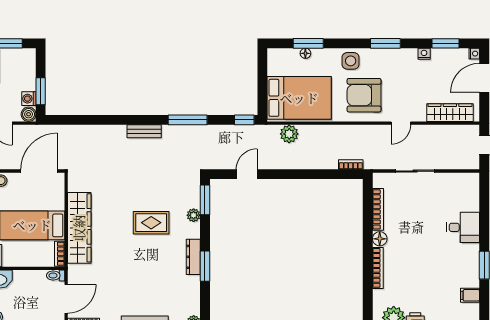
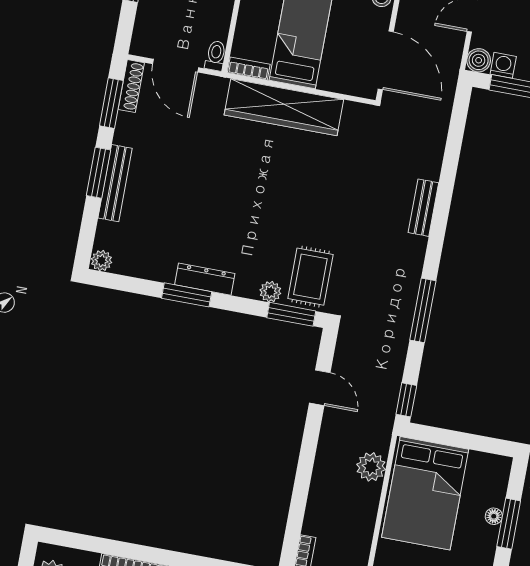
bench: (144, 131) -> (423, 208), moved
rug: (151, 223) -> (310, 277), moved

